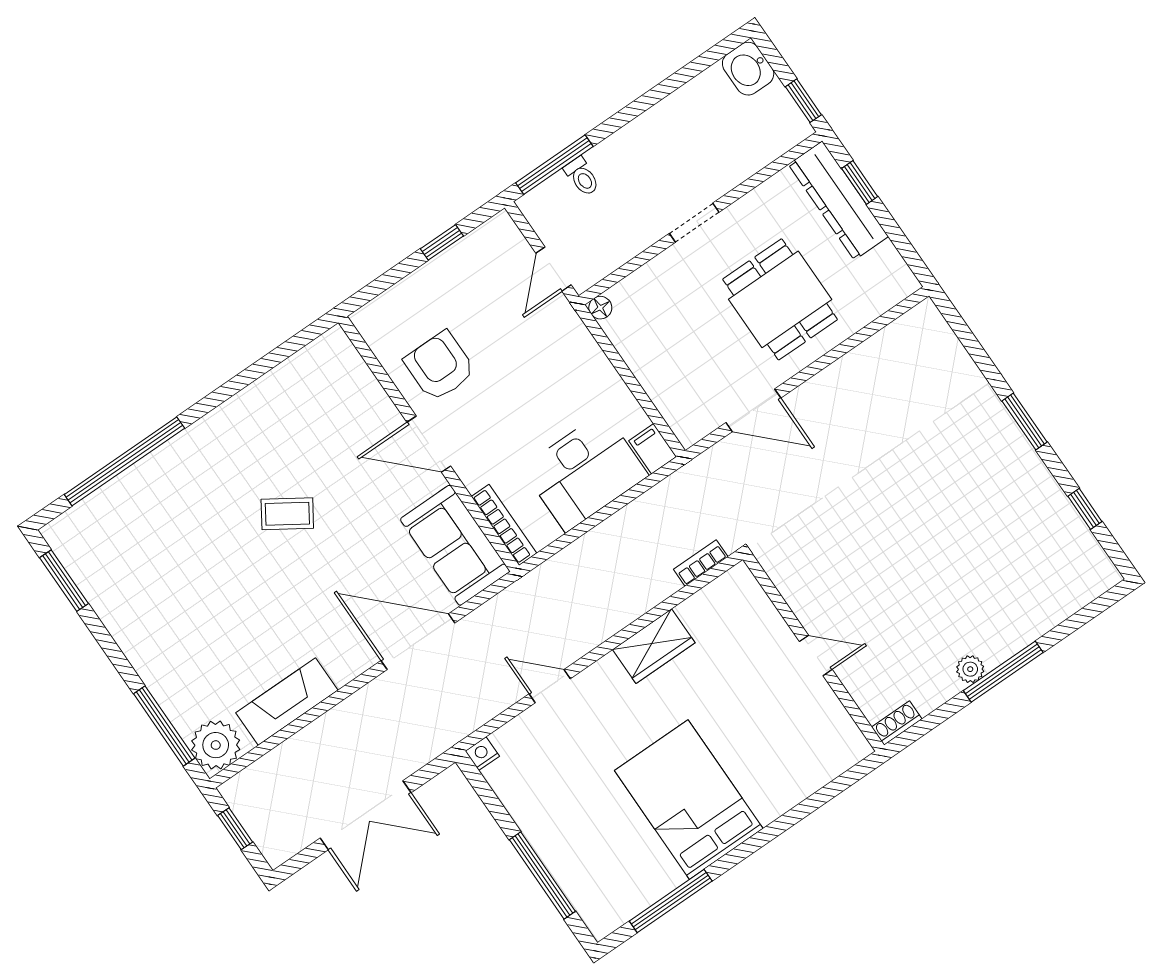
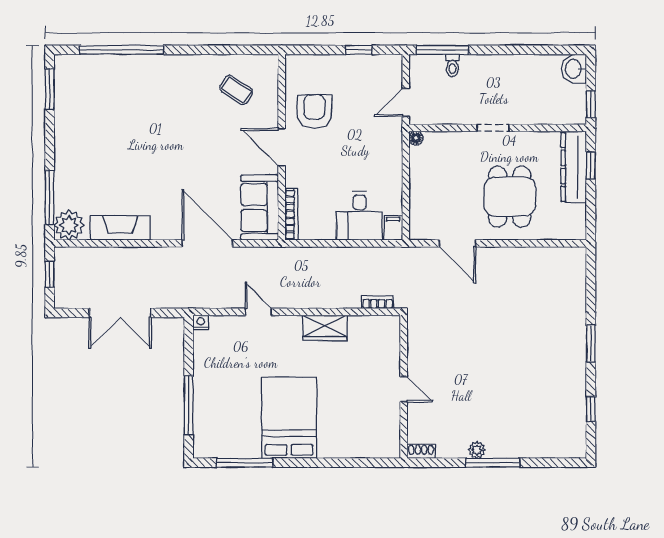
desk: (585, 472) -> (359, 216), width x0.73
coffee table: (287, 514) -> (236, 90), moved

